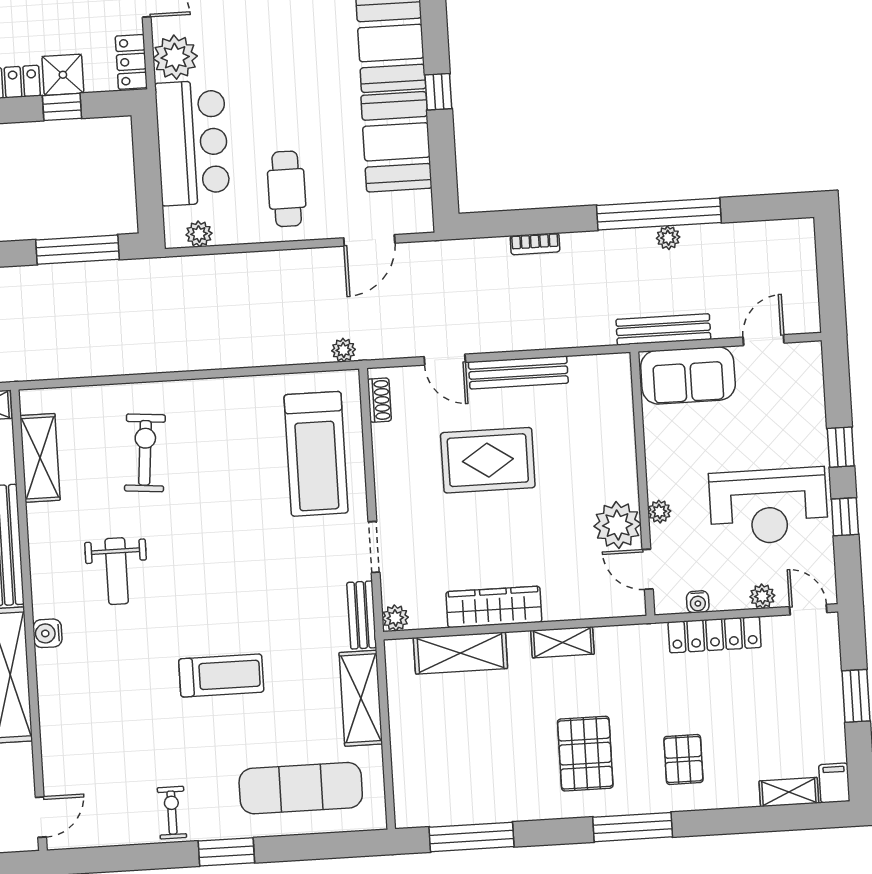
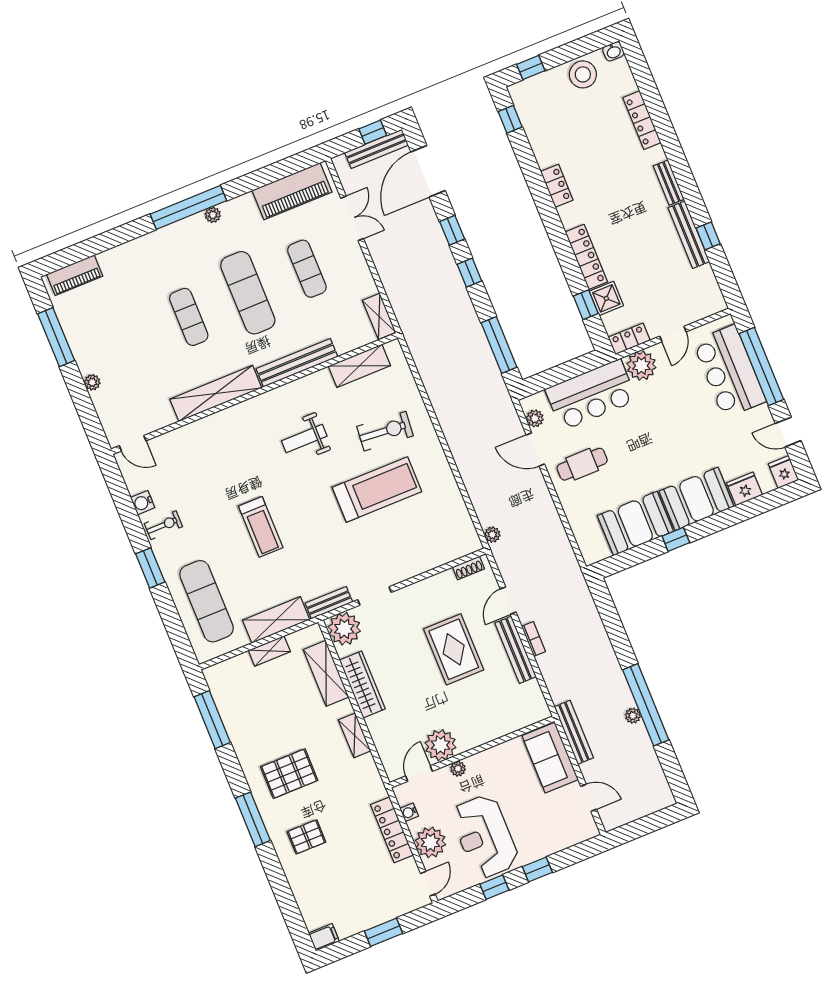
door: (369, 240) -> (535, 449), moved
bookcase: (535, 244) -> (533, 639), moved, turned 180
treadmill: (316, 454) -> (377, 490), moved, turned 180
plant: (762, 596) -> (430, 842), width x1.88, depth x1.88
plant: (395, 618) -> (344, 629), width x1.88, depth x1.88
water cooler: (47, 633) -> (143, 503), moved, turned -90
shelving: (789, 792) -> (269, 651), moved, turned 90

